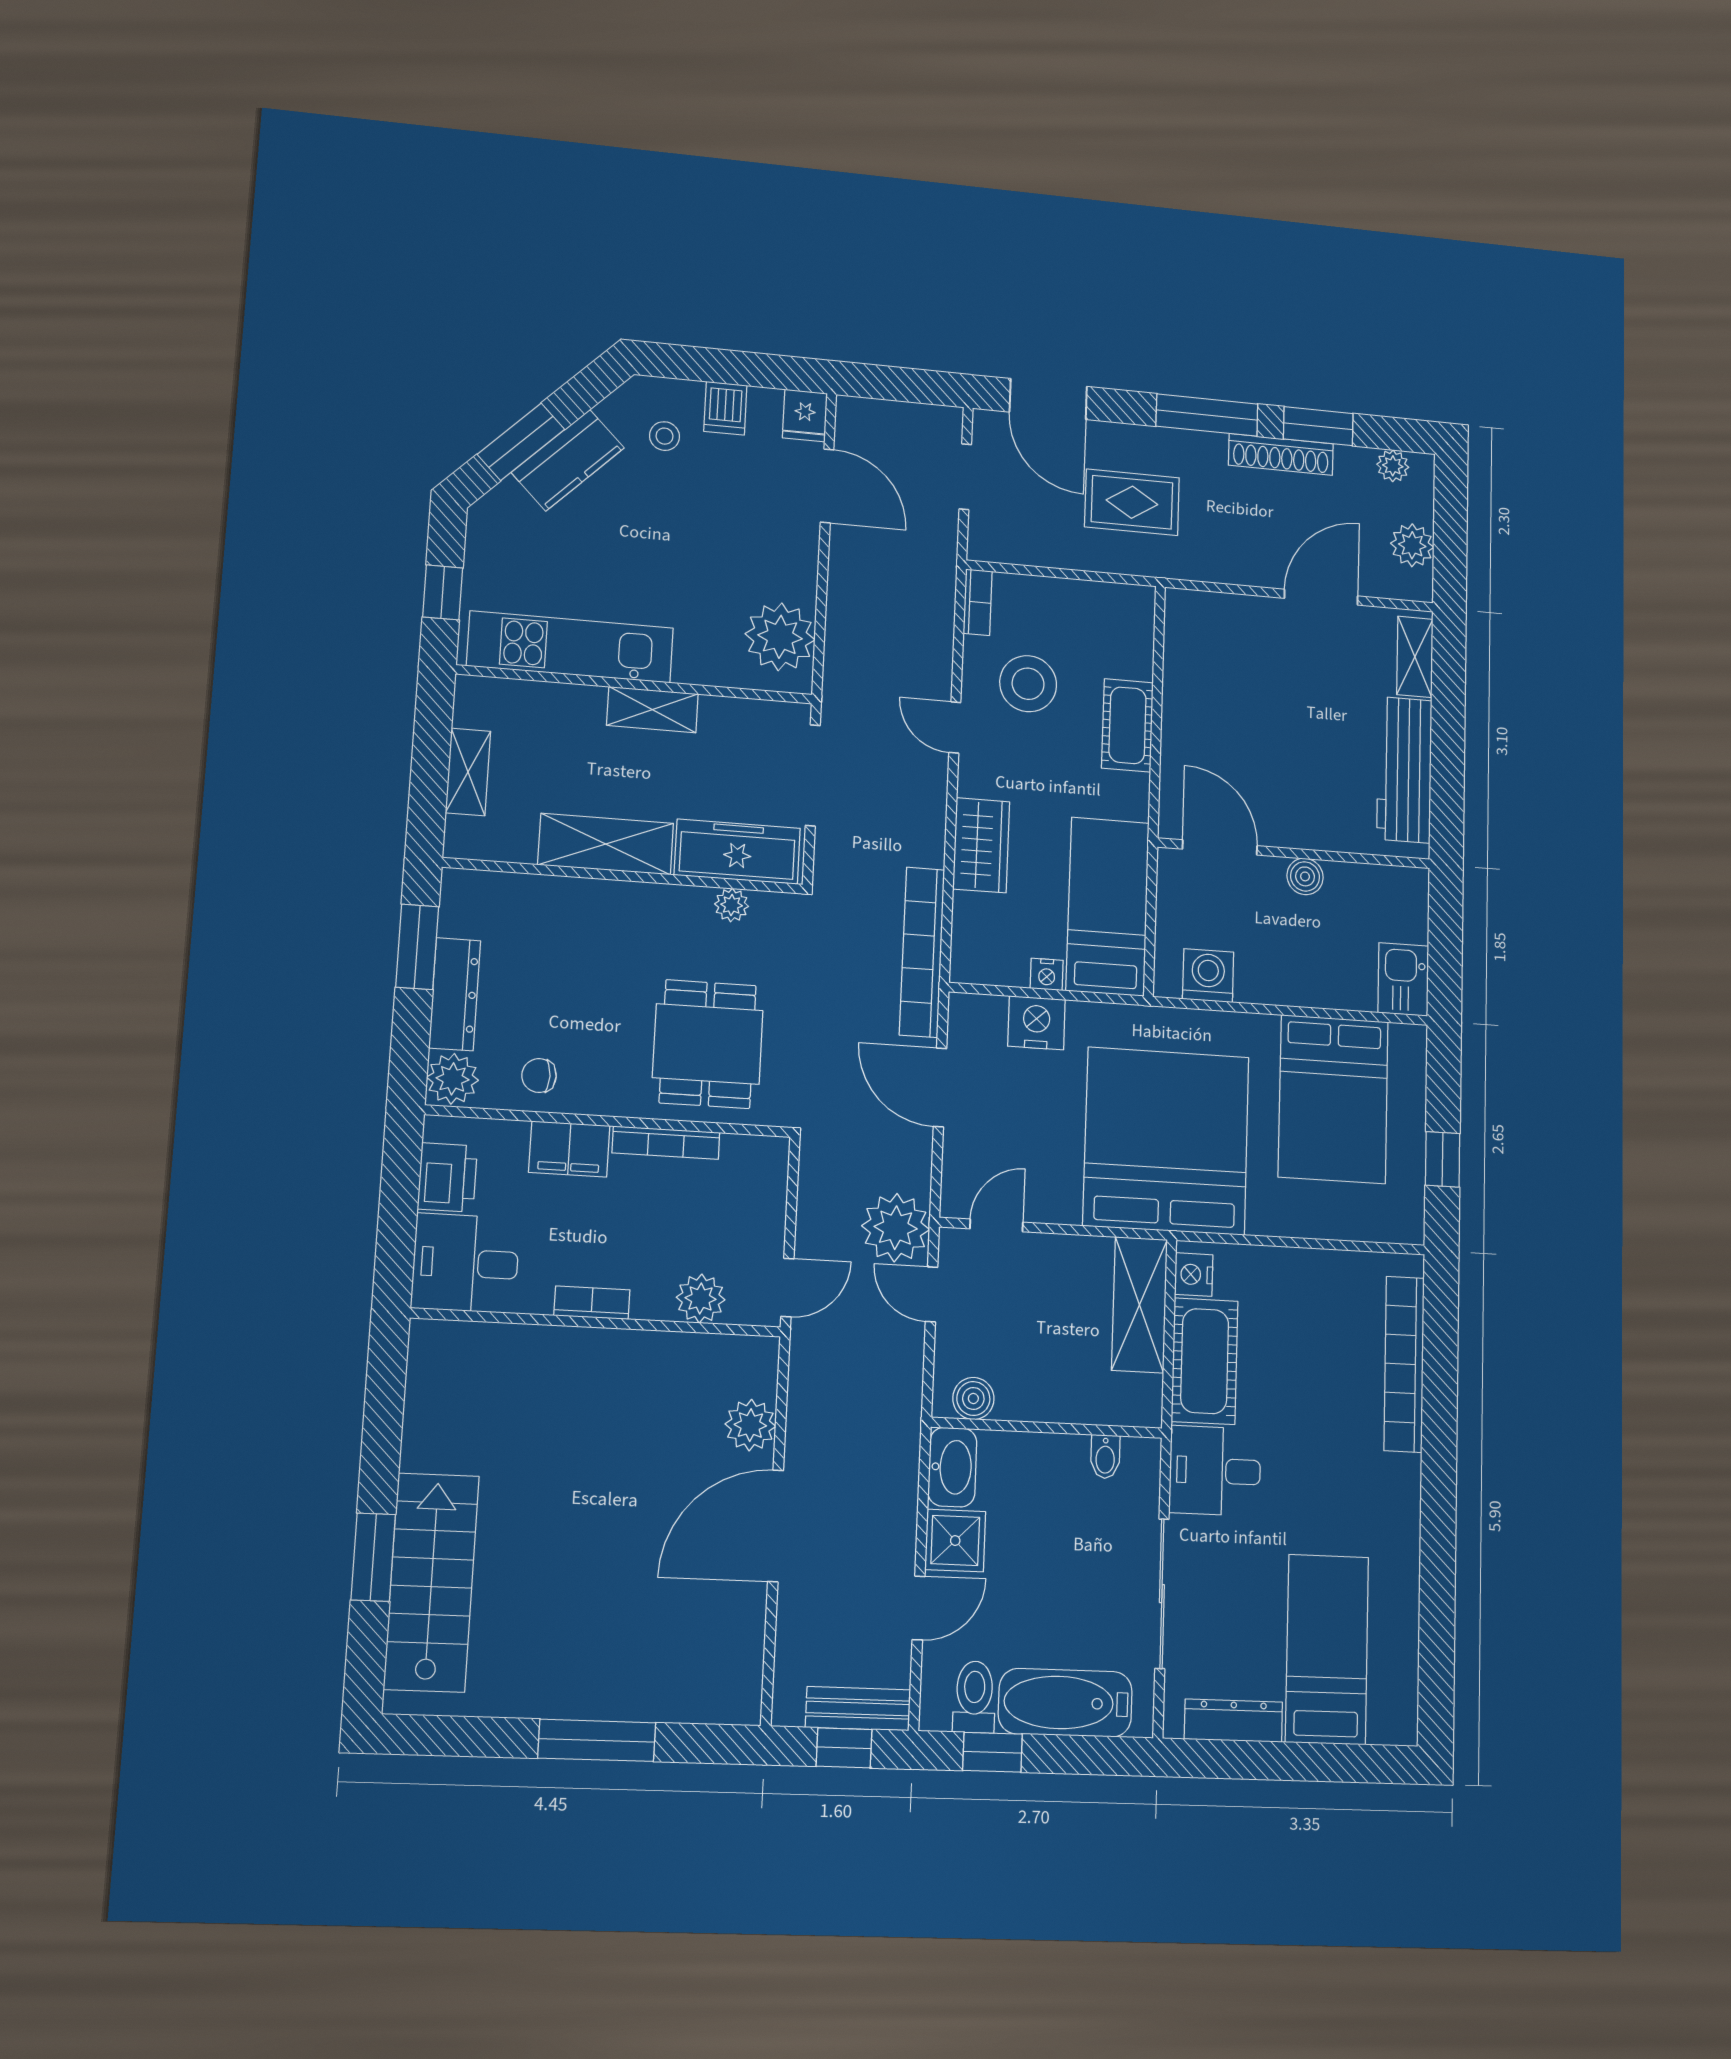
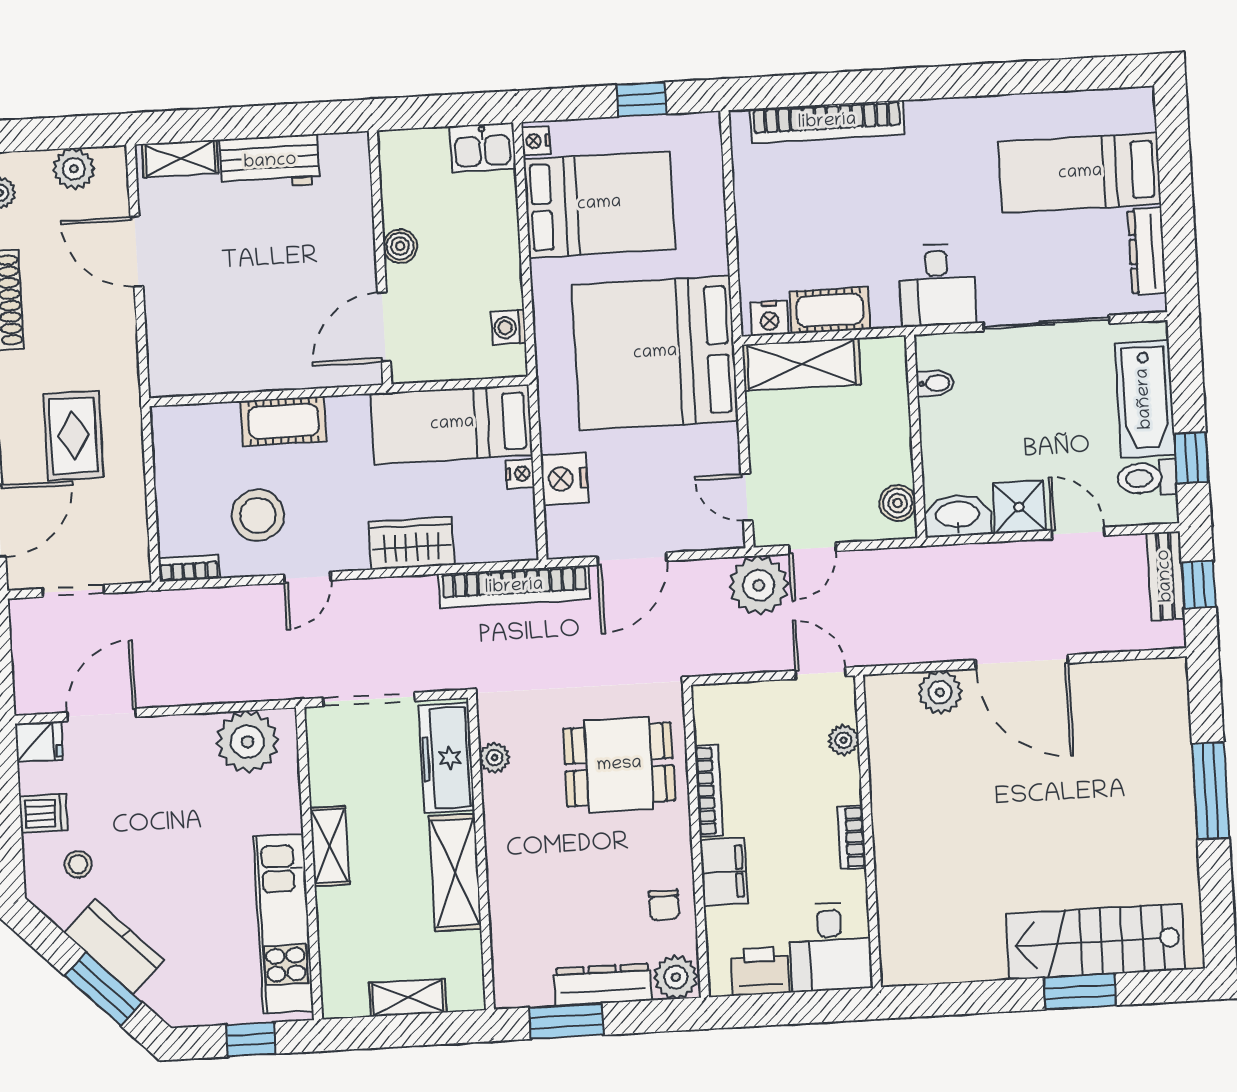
workbench: (1404, 770) -> (270, 162), width x0.73
washing machine: (1208, 976) -> (509, 327), width x0.73, depth x0.73
nightstand: (1406, 1038) -> (536, 141), added
plant: (701, 1299) -> (843, 740), width x0.73, depth x0.73
cot: (1205, 1361) -> (830, 310), width x0.73, depth x0.75

